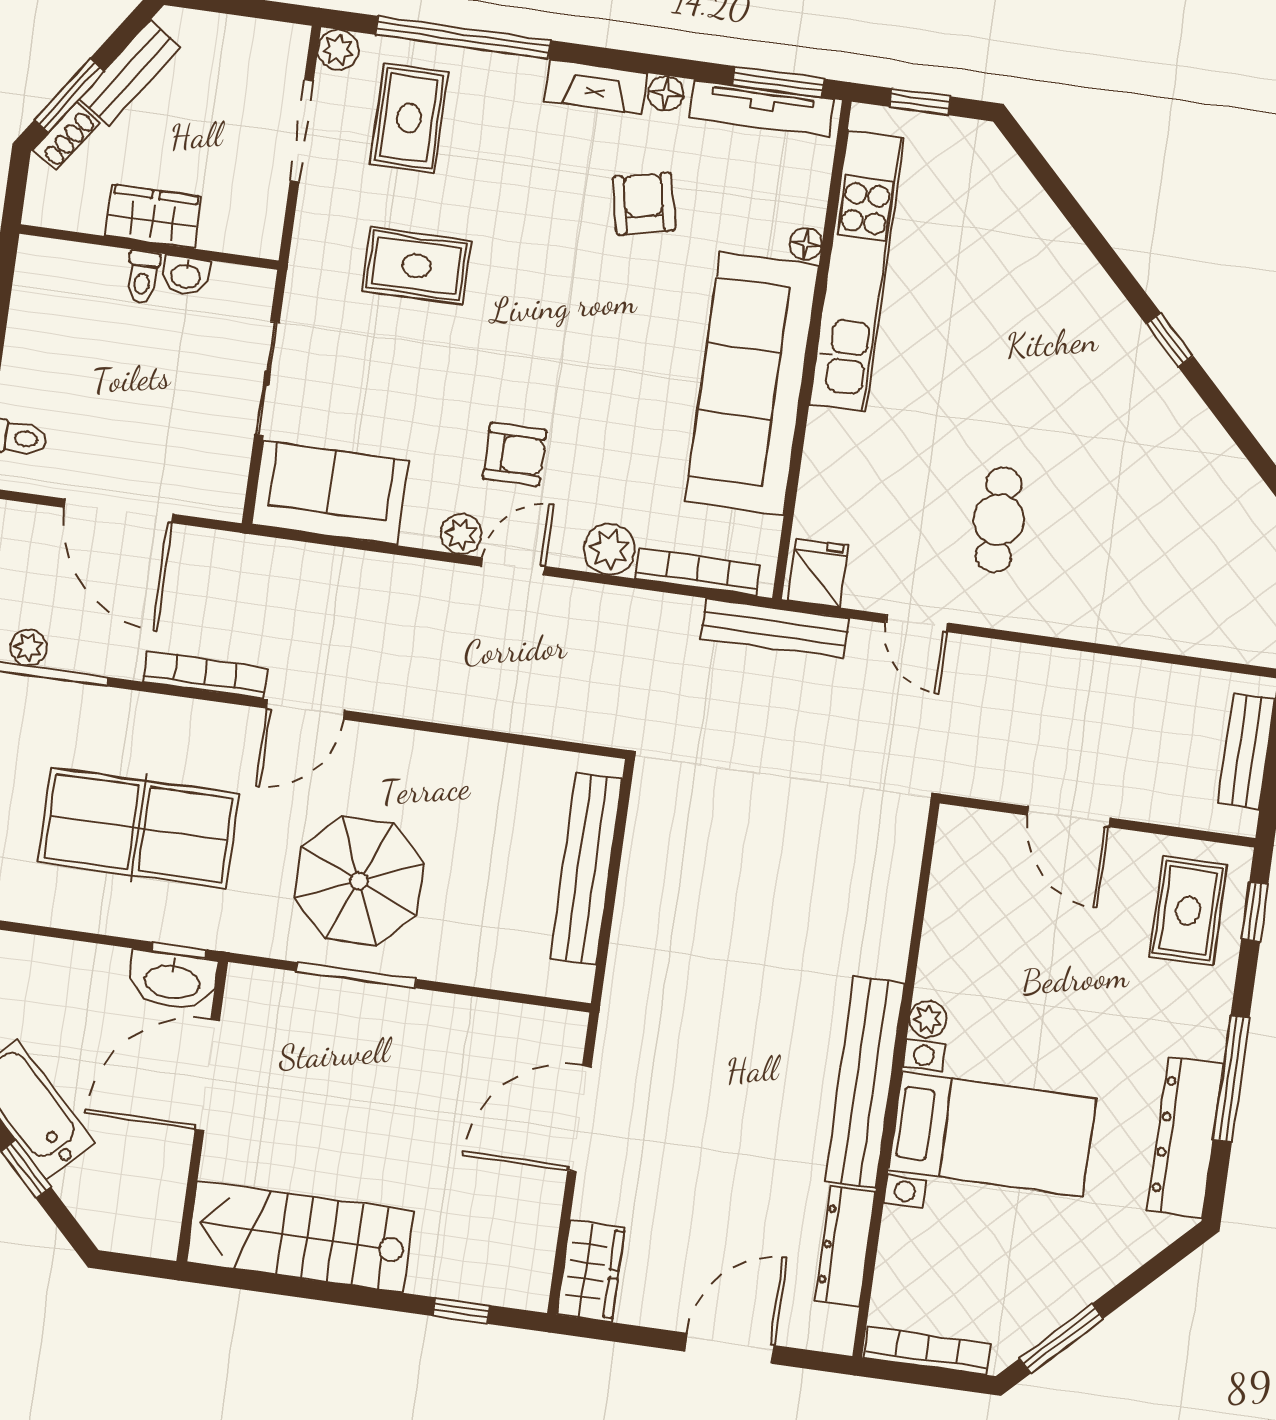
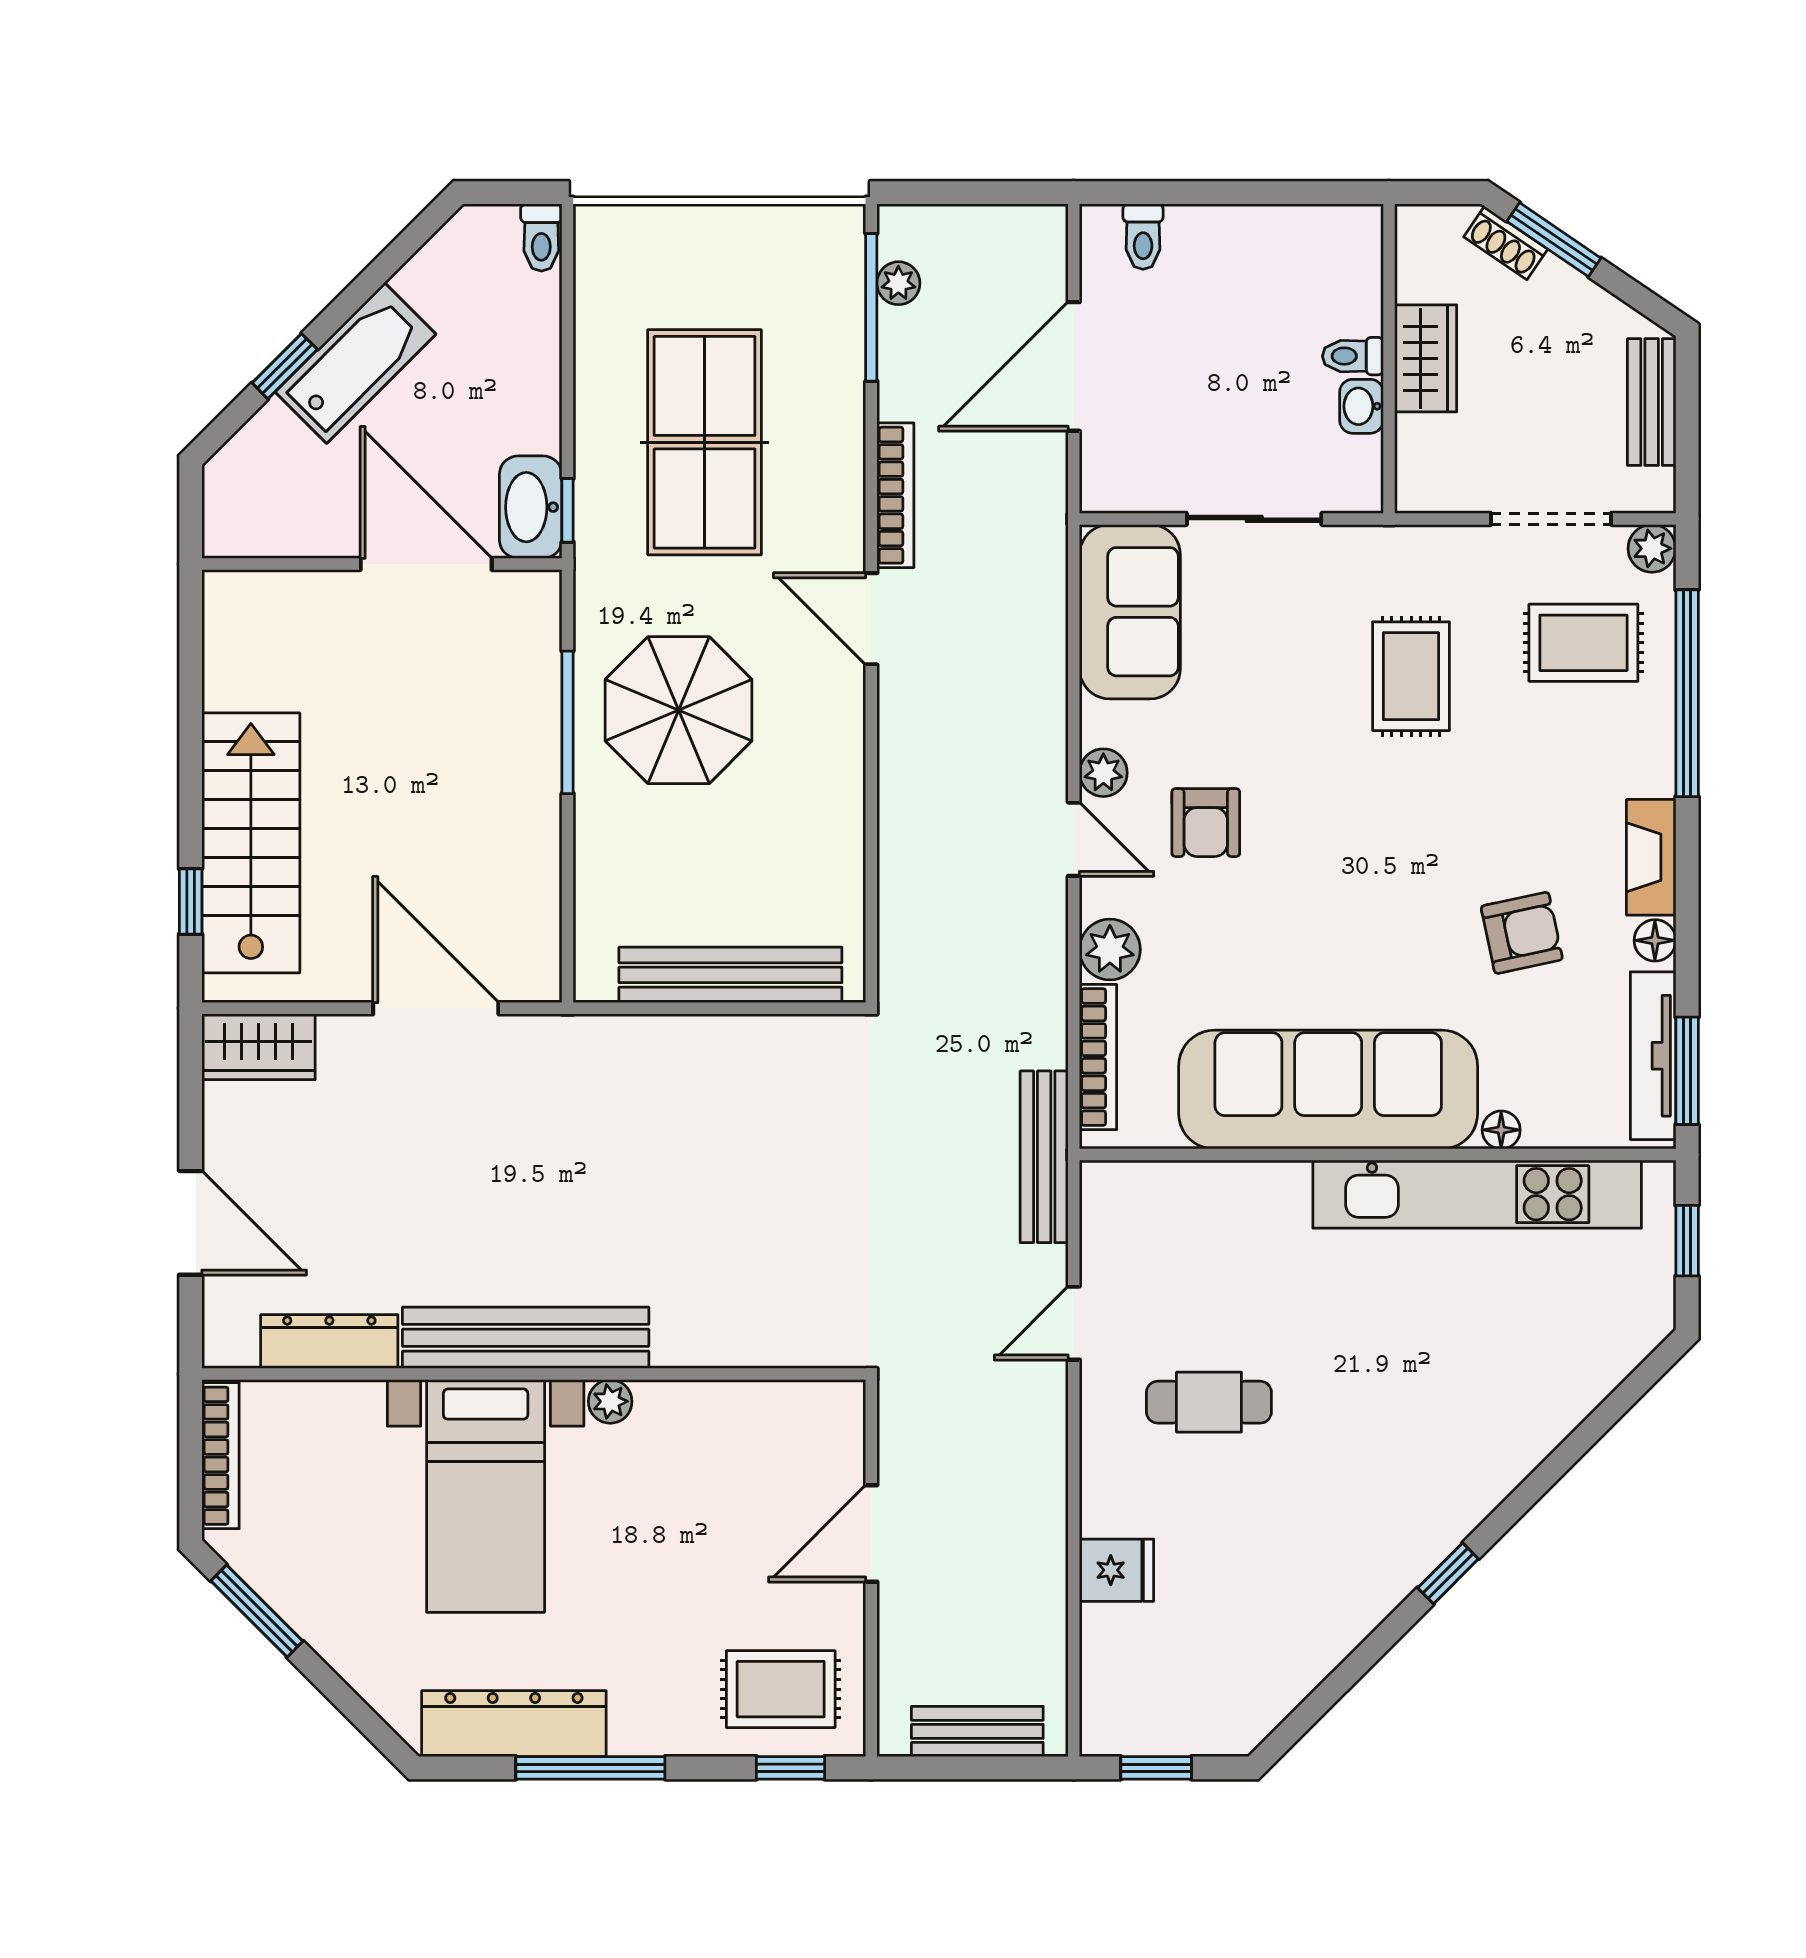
bench: (130, 73) -> (1652, 402), moved, turned 56
fridge: (818, 573) -> (1117, 1570), moved
stairs: (300, 1237) -> (251, 843), moved

